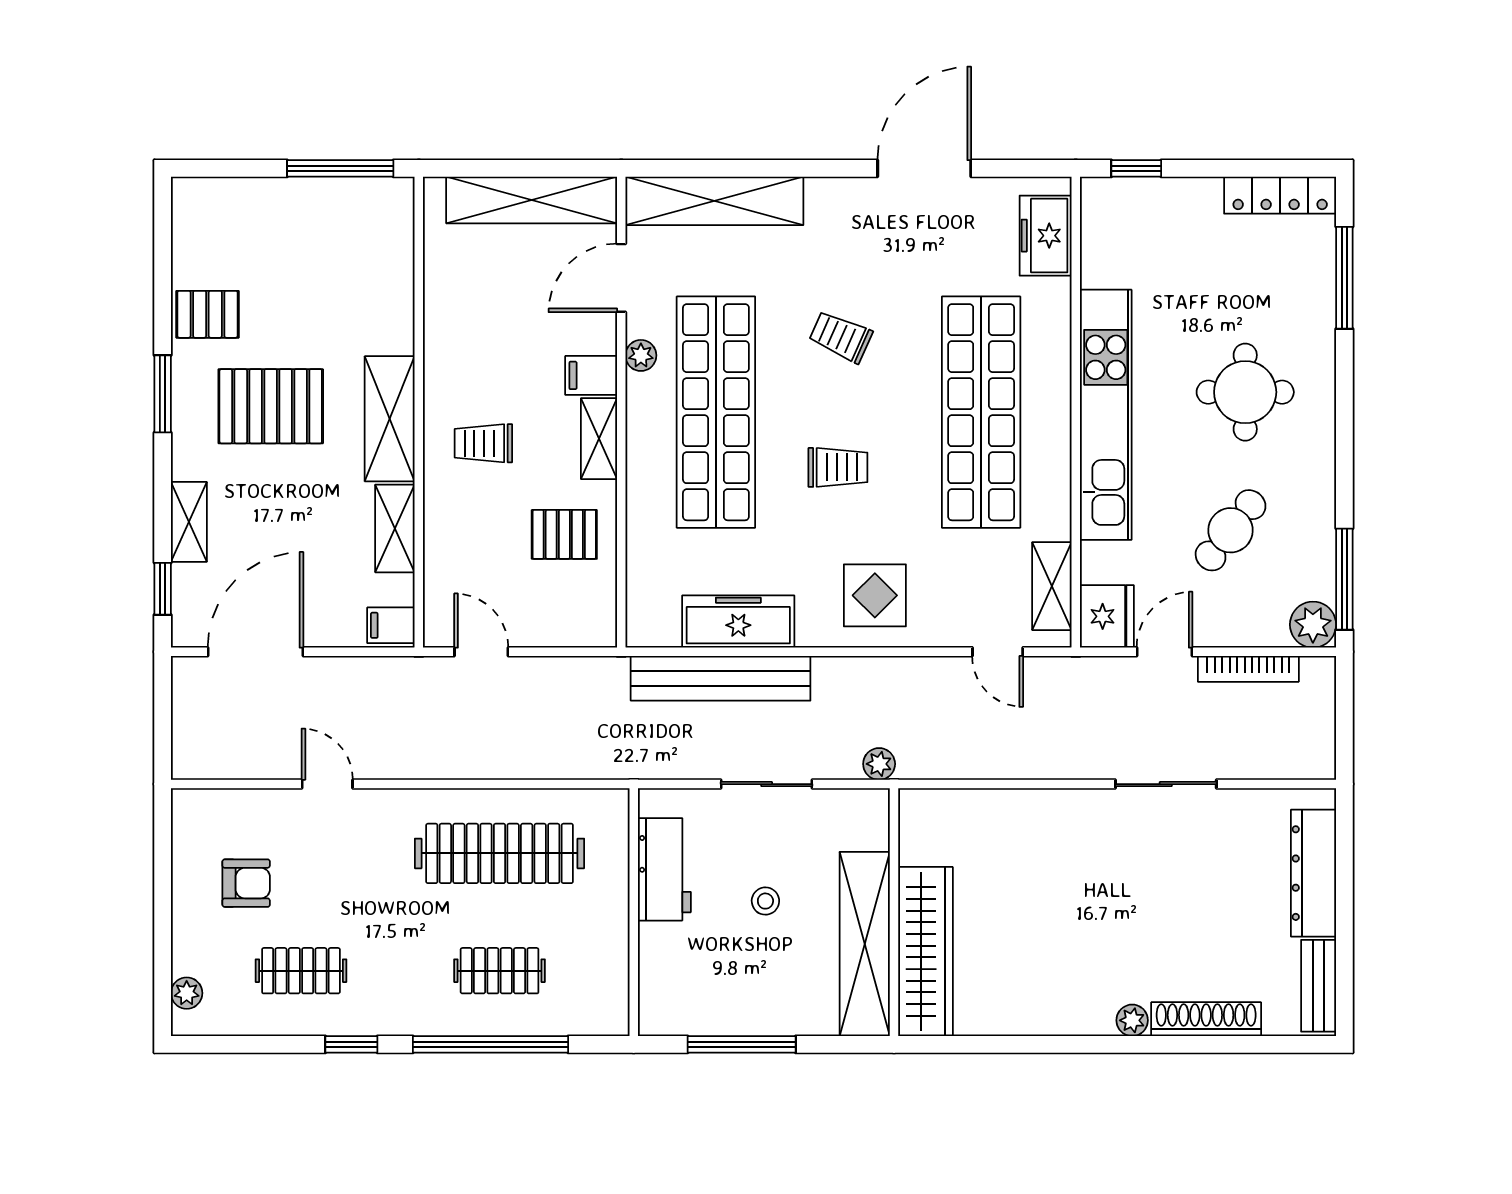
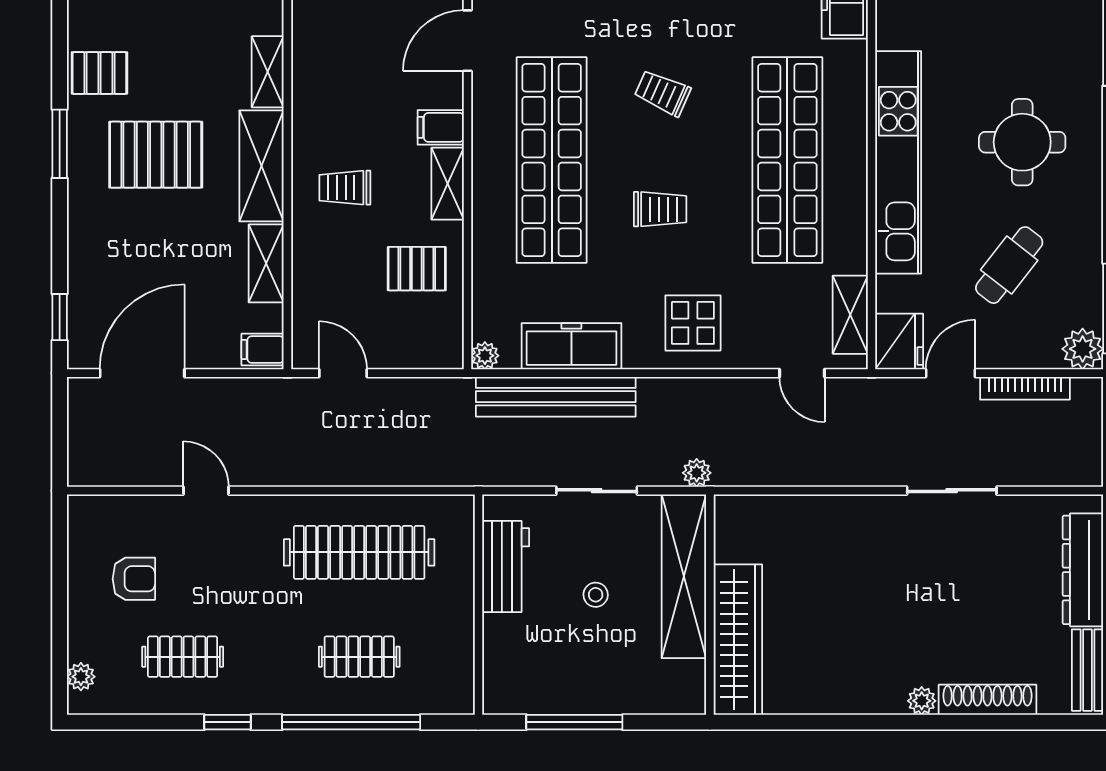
plant: (641, 355) -> (485, 356), moved
shelving: (189, 522) -> (268, 72), moved
shelving: (865, 944) -> (684, 576), moved

